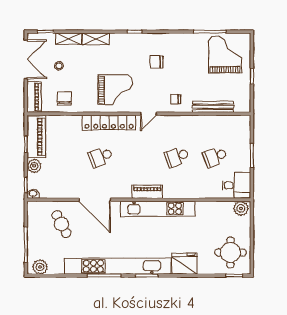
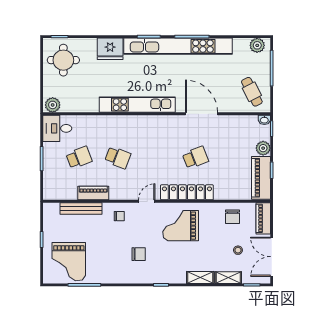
school desk: (177, 157) -> (118, 158), turned 42
piano: (147, 192) -> (93, 193), moved, turned 180
cafe table: (61, 224) -> (252, 92), moved

